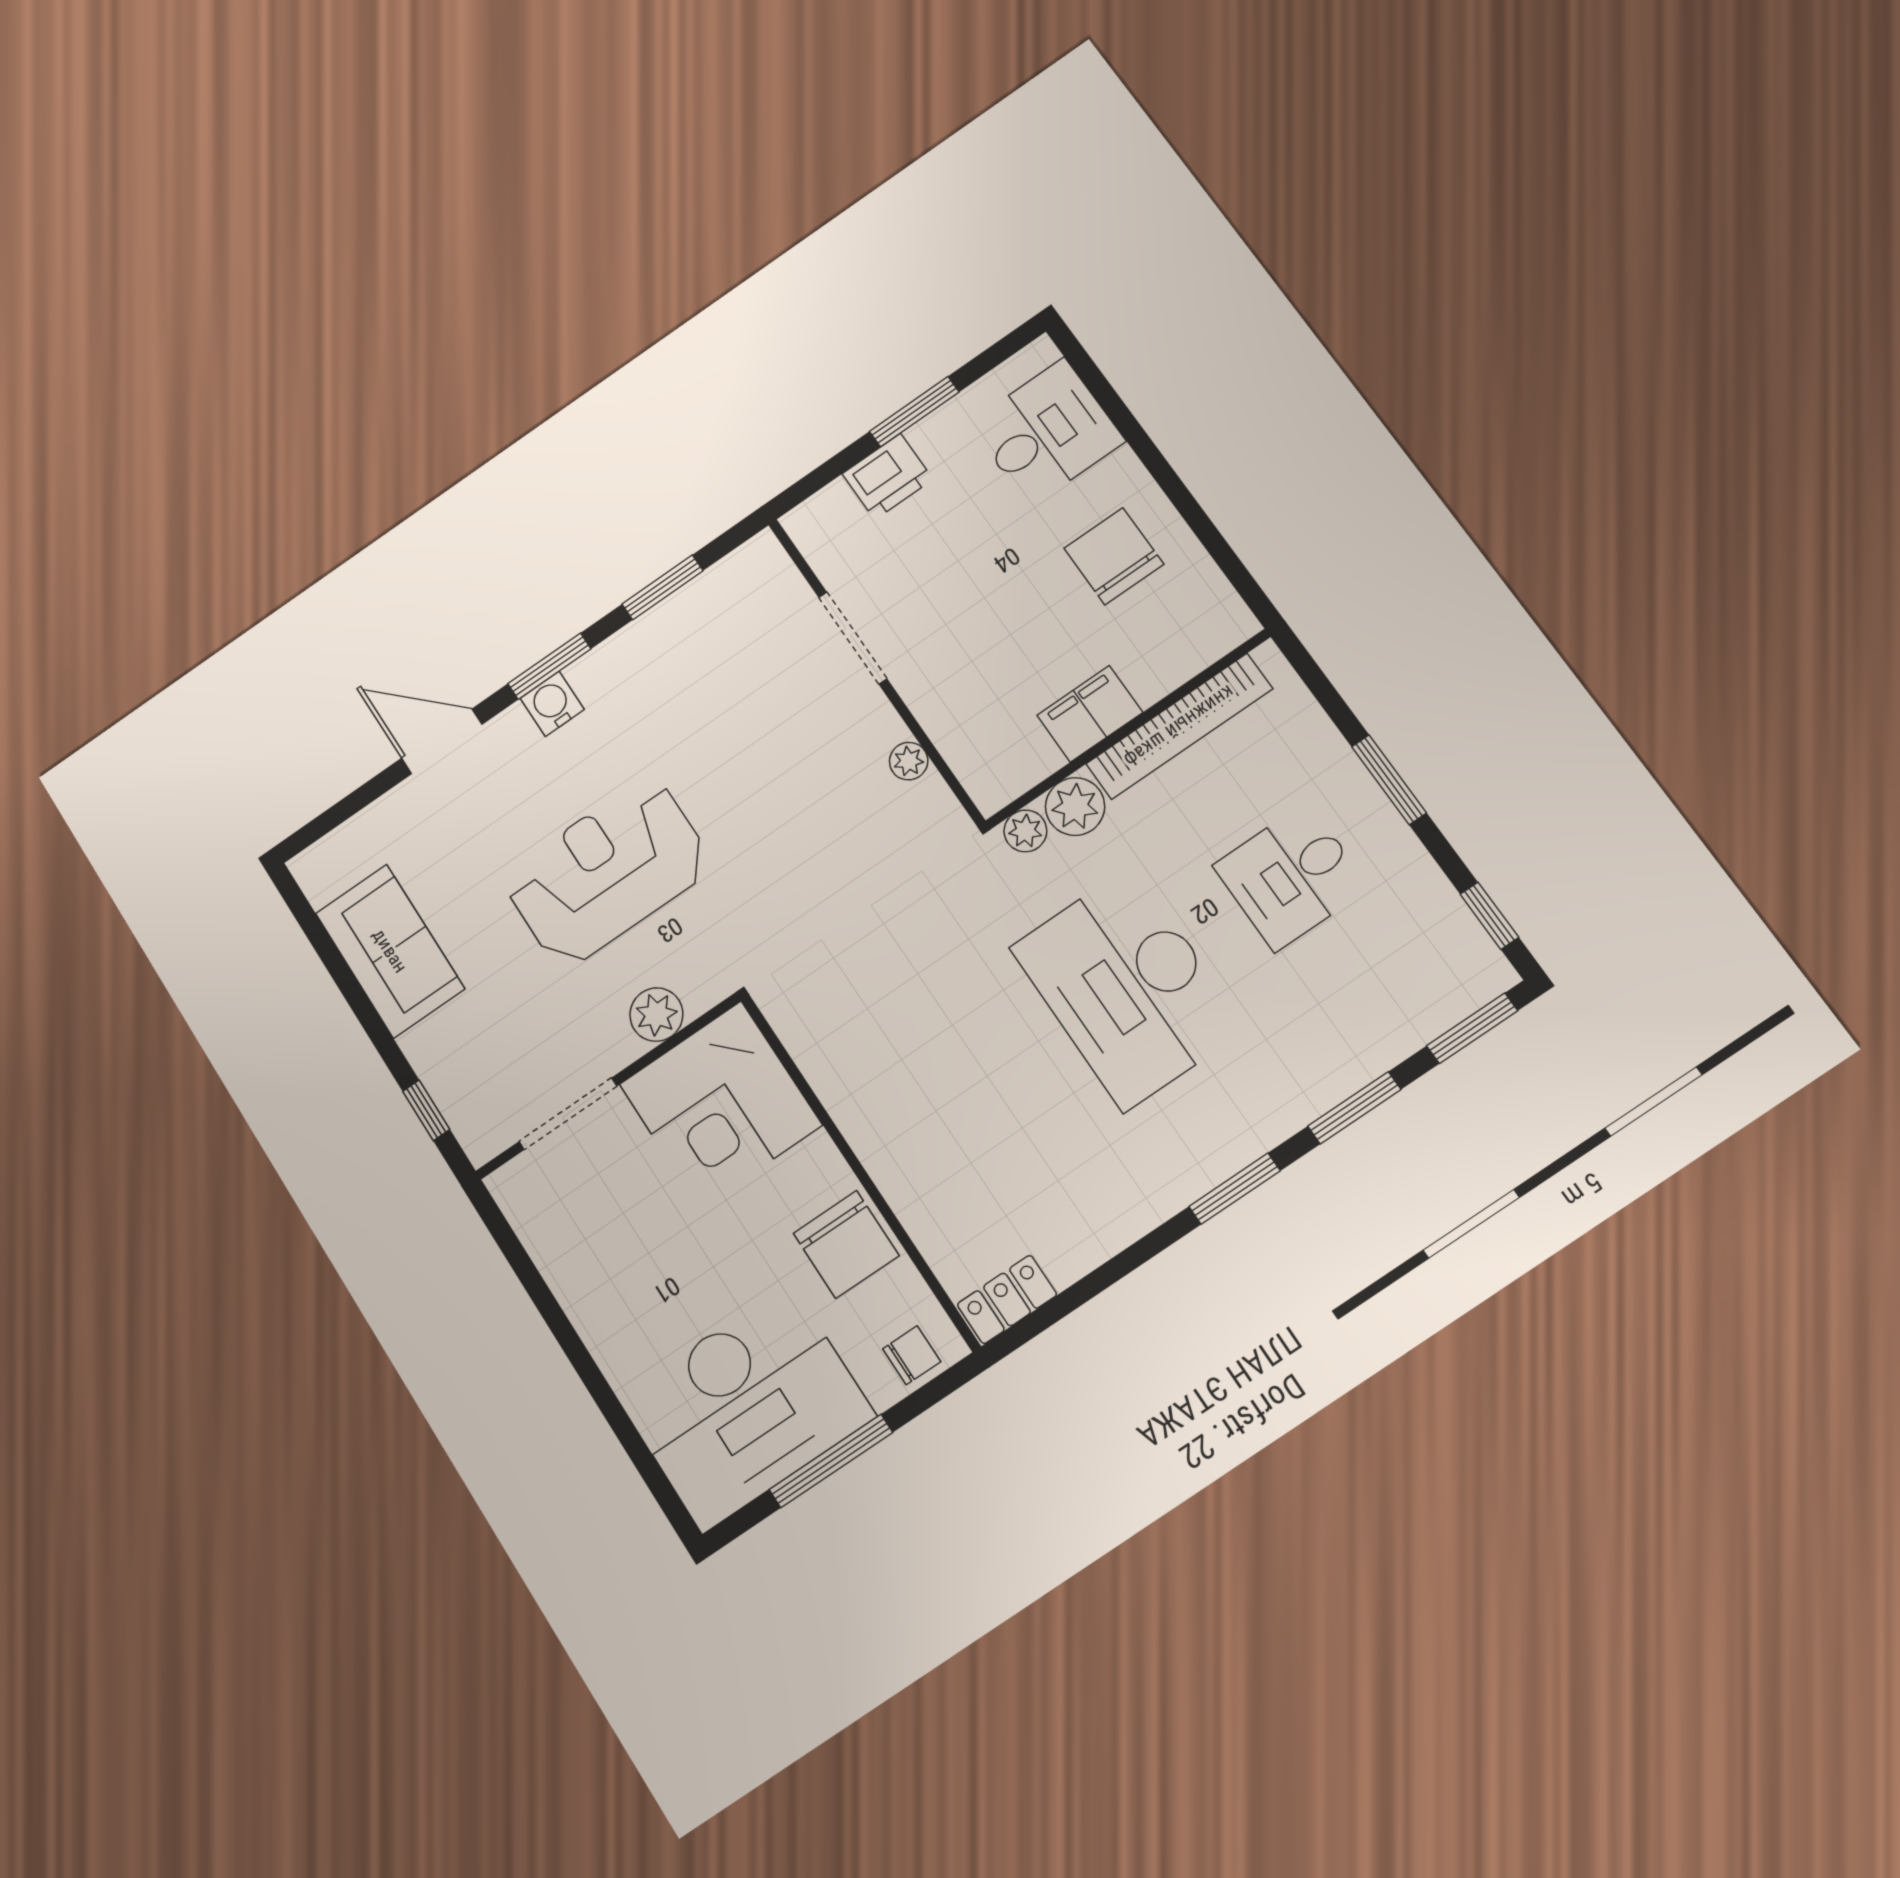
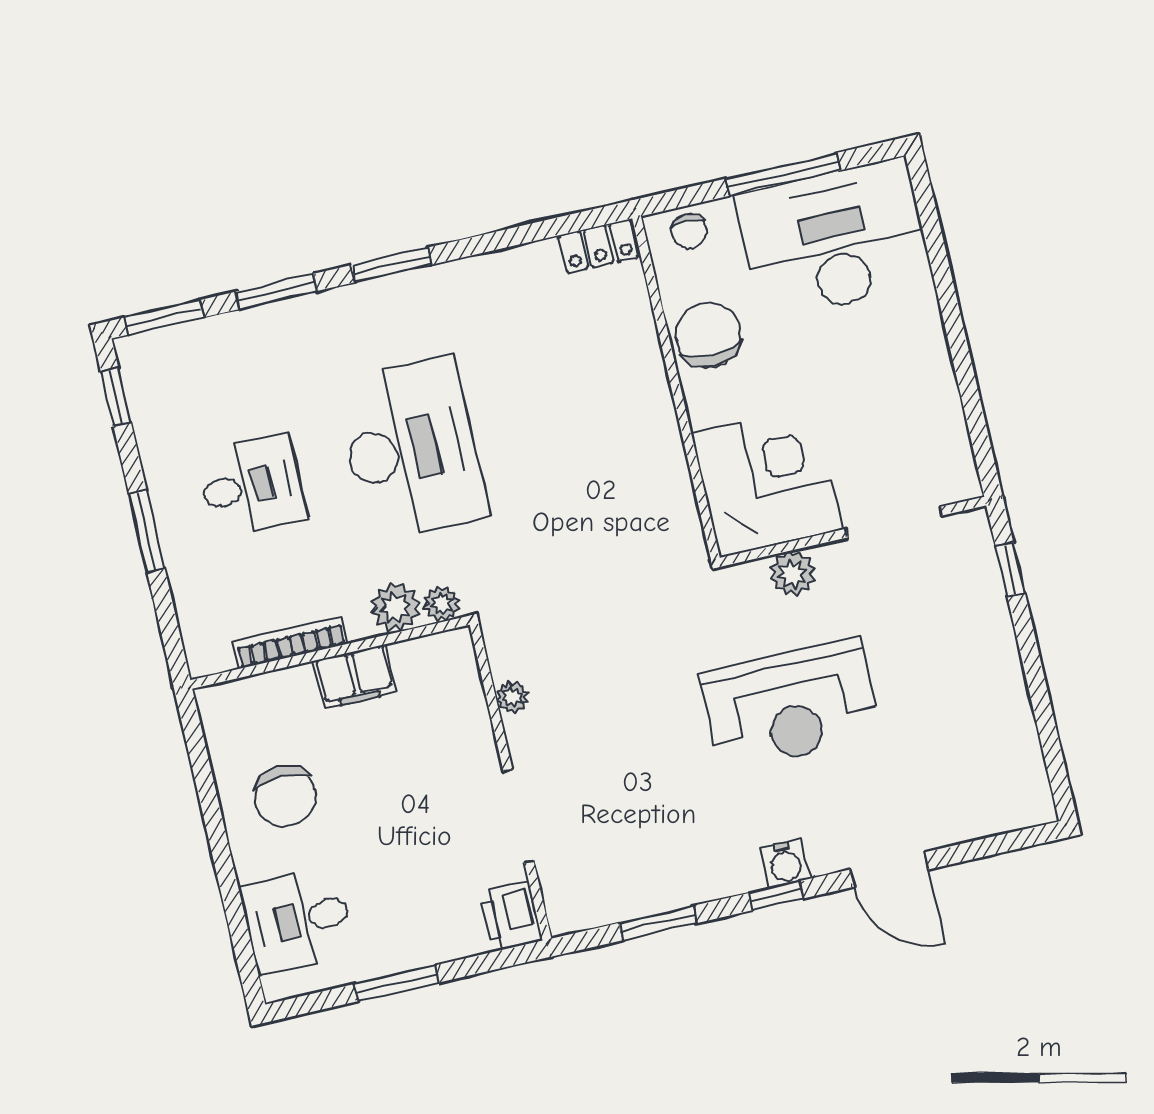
printer: (888, 477) -> (511, 916), moved, turned -90
window: (549, 666) -> (776, 896), width x0.67
bookcase: (1179, 726) -> (290, 642), width x0.68, depth x0.76
sofa: (390, 951) -> (995, 712), removed
chair: (912, 1355) -> (689, 231), turned -90

